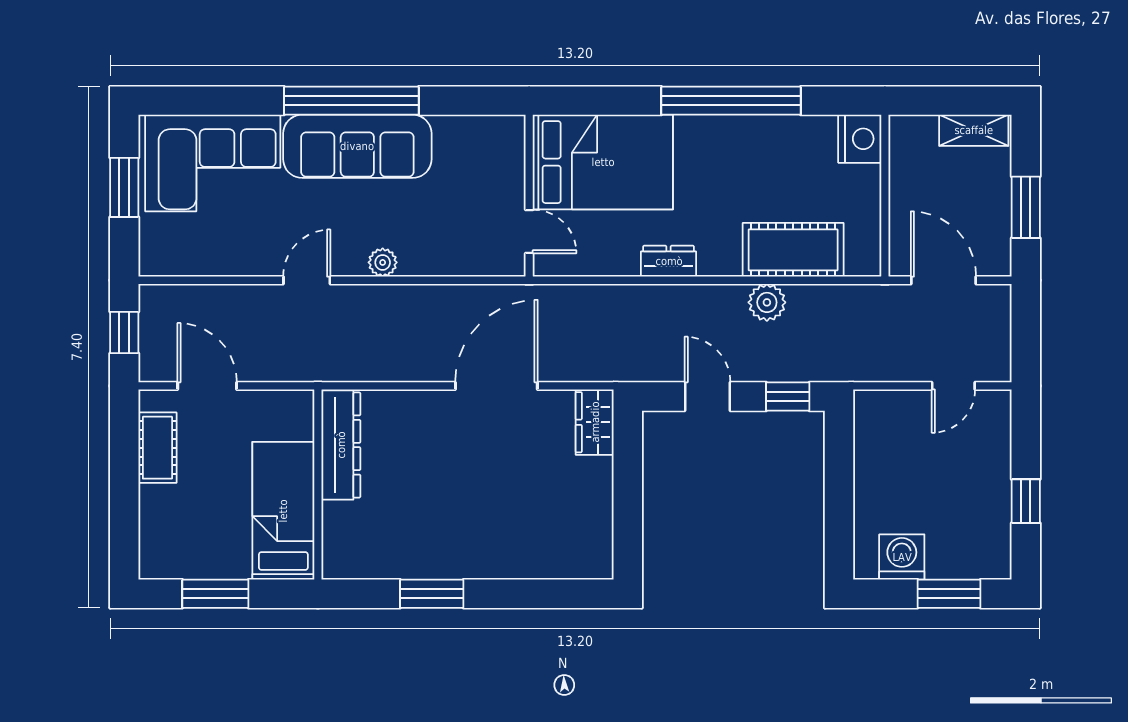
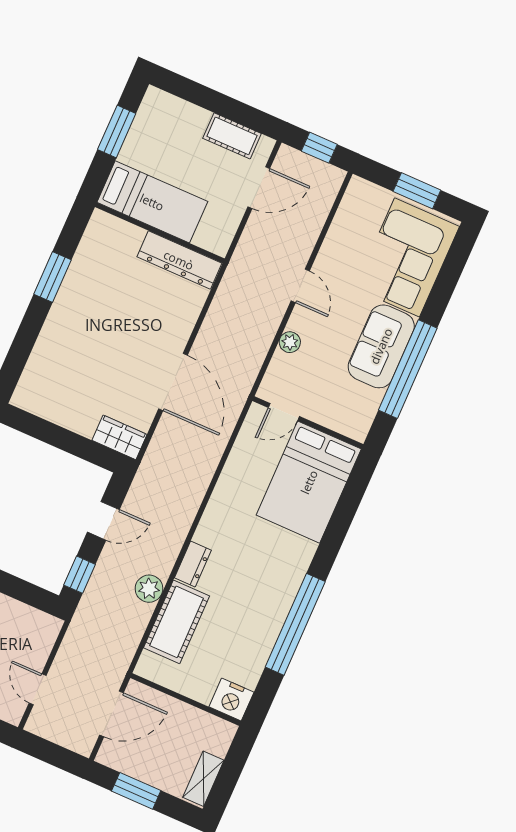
sofa: (357, 146) -> (381, 346), width x0.73
bed: (603, 162) -> (309, 482), moved
wall: (529, 196) -> (308, 423), moved
door: (529, 231) -> (284, 412), moved
dresser: (669, 261) -> (193, 564), moved

